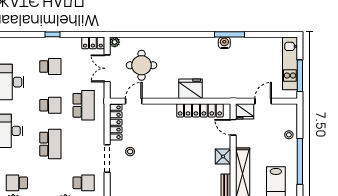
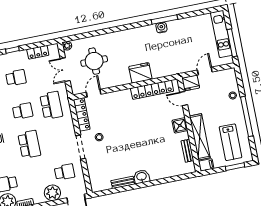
locker: (93, 43) -> (38, 52), moved

